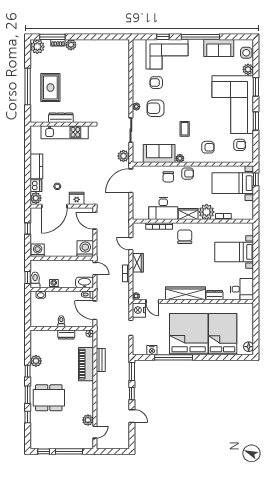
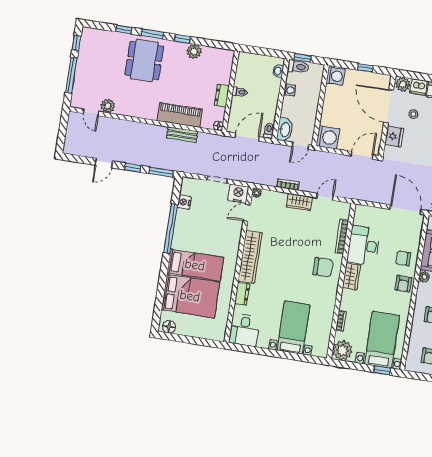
plant: (207, 212) -> (342, 351), moved
bed: (189, 334) -> (195, 265), width x0.49

